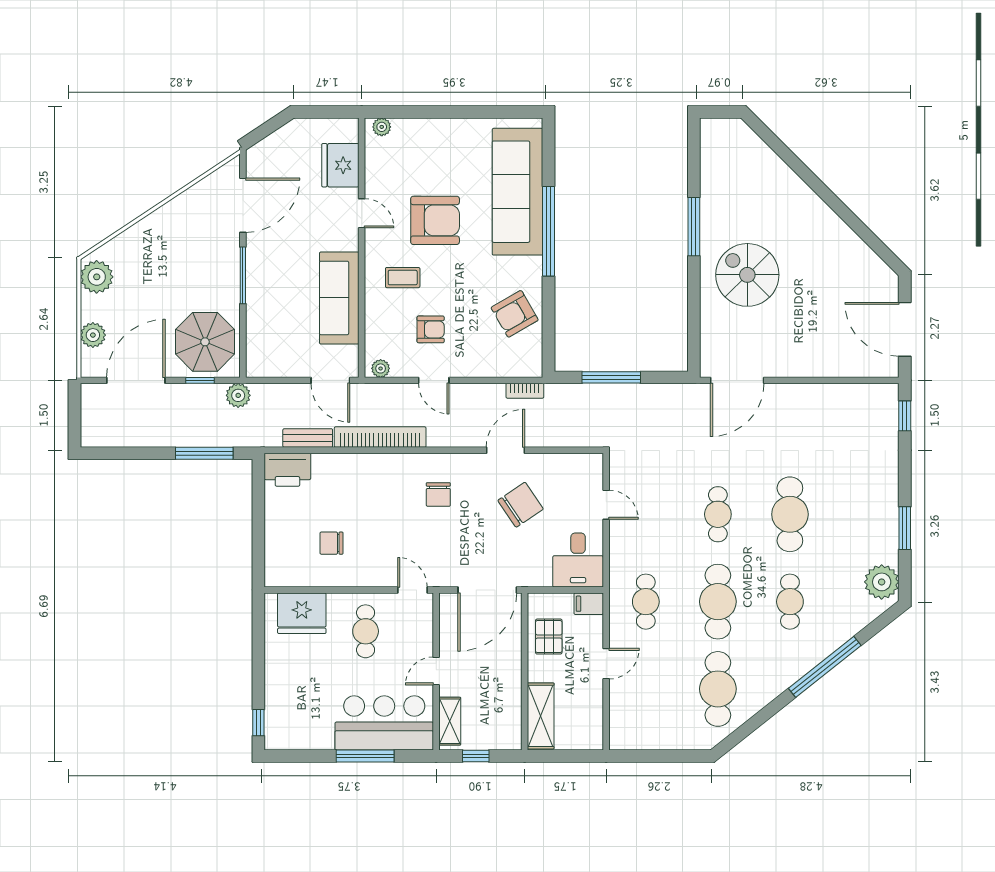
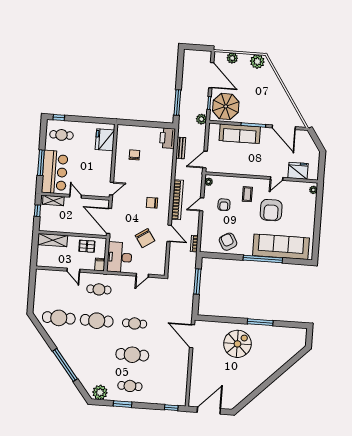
sofa: (339, 298) -> (240, 134), moved, turned 180
bookcase: (380, 437) -> (177, 200), moved
desk: (578, 560) -> (119, 257), width x1.37
cafe table: (790, 602) -> (130, 386), moved
cafe table: (366, 631) -> (61, 135), moved

